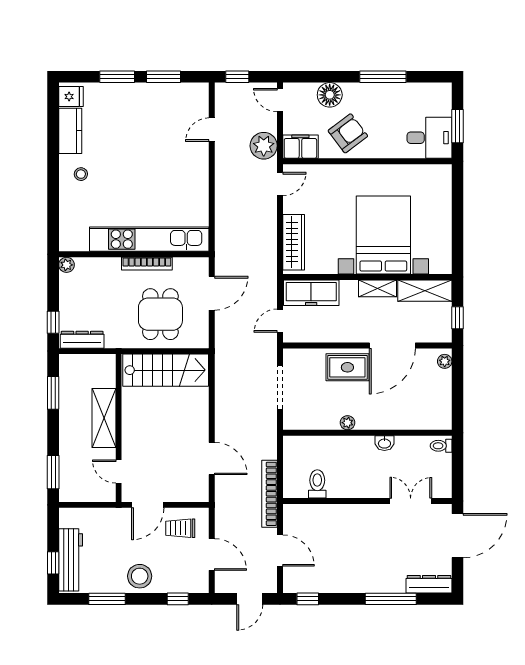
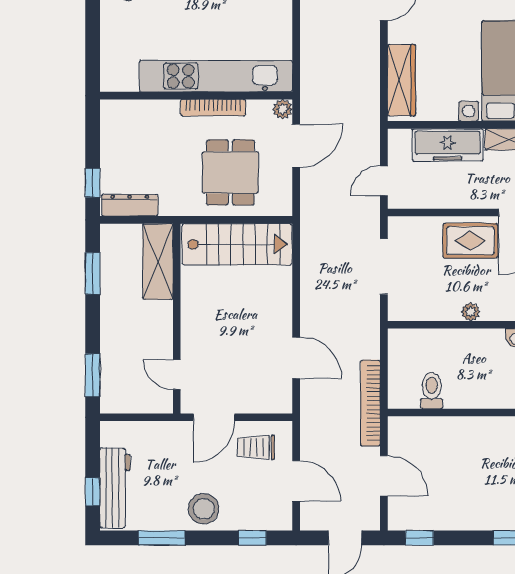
plant: (67, 265) -> (283, 109), moved
freezer: (311, 293) -> (448, 145), moved
shelving: (104, 418) -> (158, 262), moved

